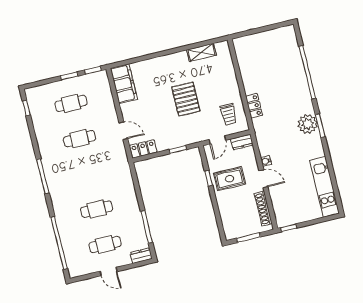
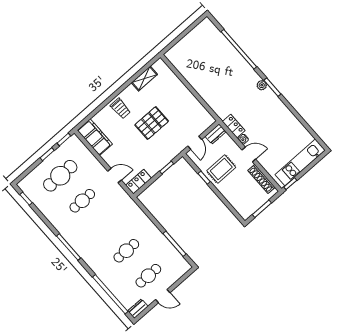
pallet: (186, 99) -> (152, 123), turned 90
cafe table: (71, 103) -> (60, 176), width x1.37, depth x1.35
locker: (254, 106) -> (234, 126), moved
trolley: (228, 114) -> (120, 109), moved
plant: (308, 124) -> (262, 85), width x0.53, depth x0.53
kitchen unit: (324, 187) -> (300, 162), moved, turned 90
dresser: (141, 256) -> (138, 309), moved

